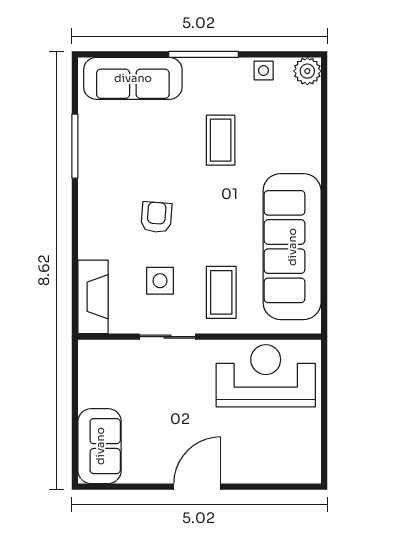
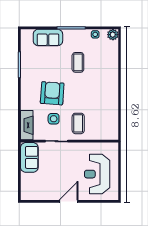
sofa: (133, 78) -> (48, 38), width x0.73
armchair: (156, 217) -> (52, 93), width x1.88, depth x1.88
sofa: (292, 247) -> (107, 105), removed
reception desk: (266, 376) -> (97, 174), moved, turned -90
sofa: (100, 446) -> (29, 157), moved

